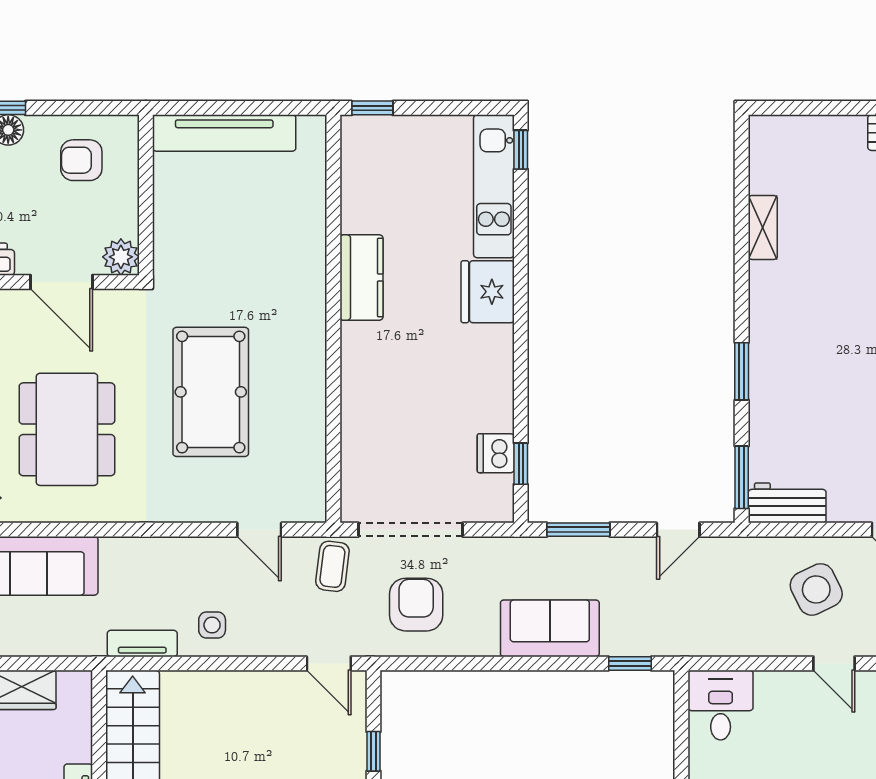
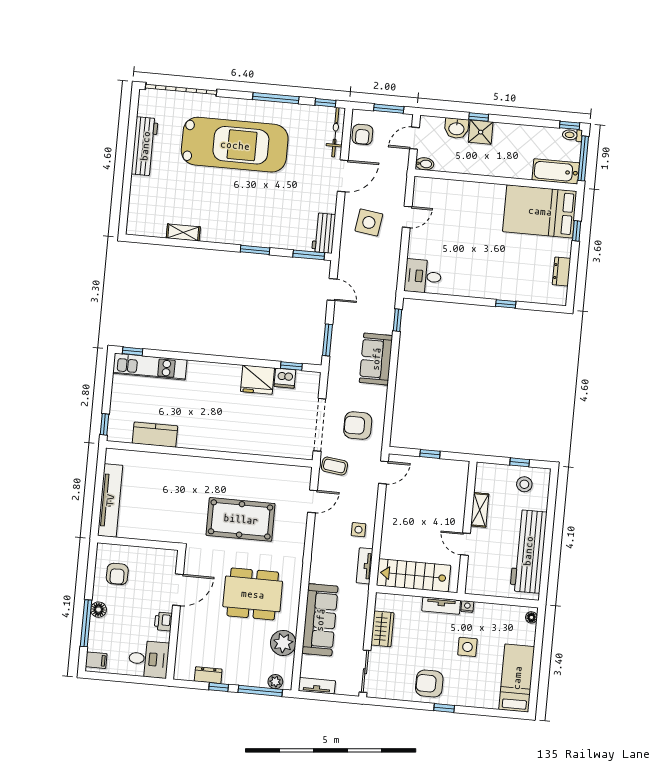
plant: (121, 257) -> (168, 559), removed
kitchen counter: (361, 278) -> (155, 435), moved
fridge: (488, 292) -> (257, 380), moved
side table: (816, 589) -> (369, 222), turned 34

